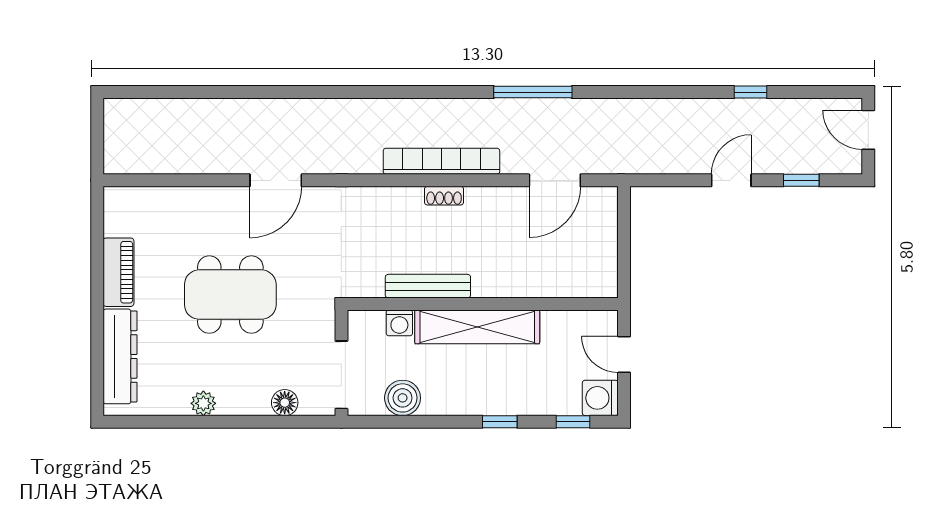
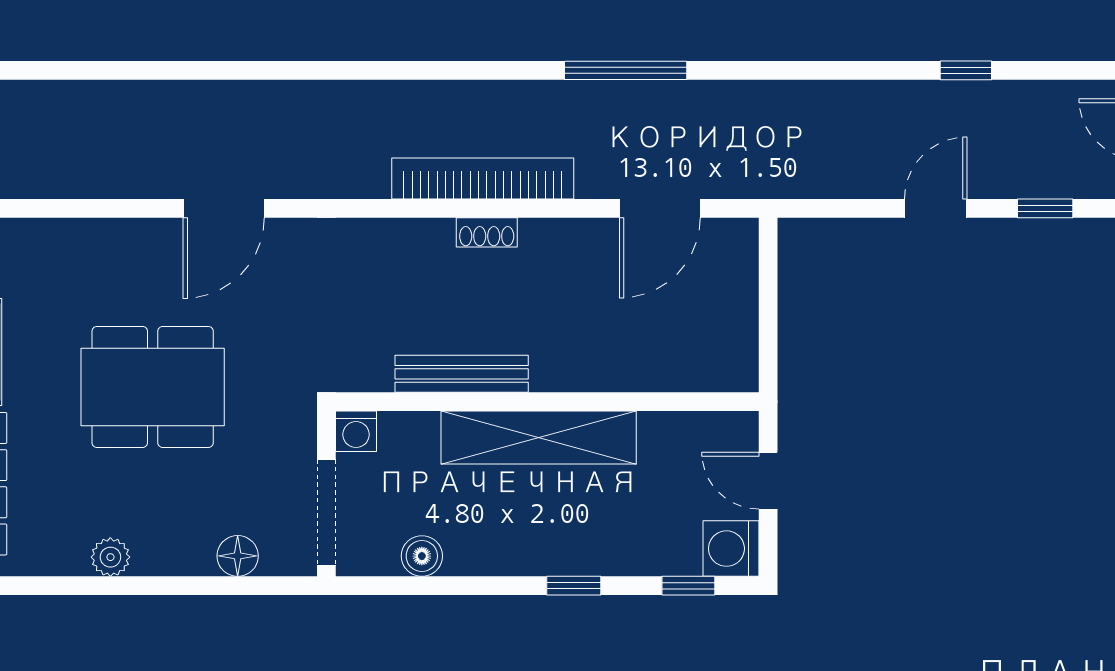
washing machine: (399, 323) -> (356, 431), moved
boiler: (403, 398) -> (422, 556), width x0.73, depth x0.73

